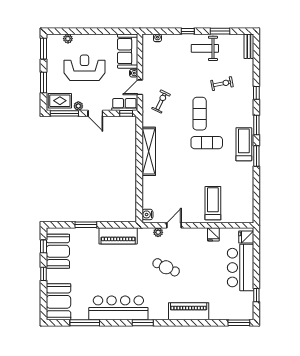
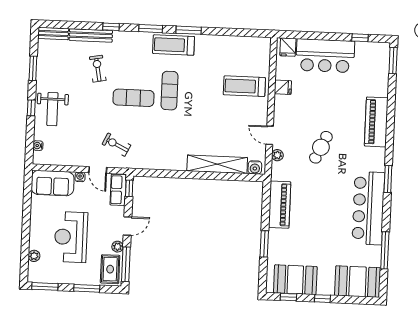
weight bench: (205, 48) -> (52, 109), moved
bench: (249, 77) -> (91, 35), added
shelving: (149, 151) -> (217, 164), moved

